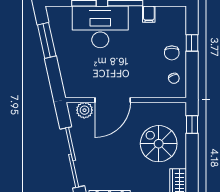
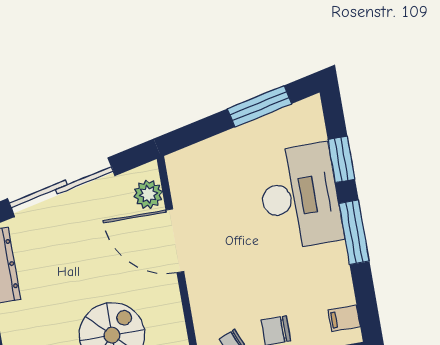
filing cabinet: (149, 14) -> (344, 318), moved

